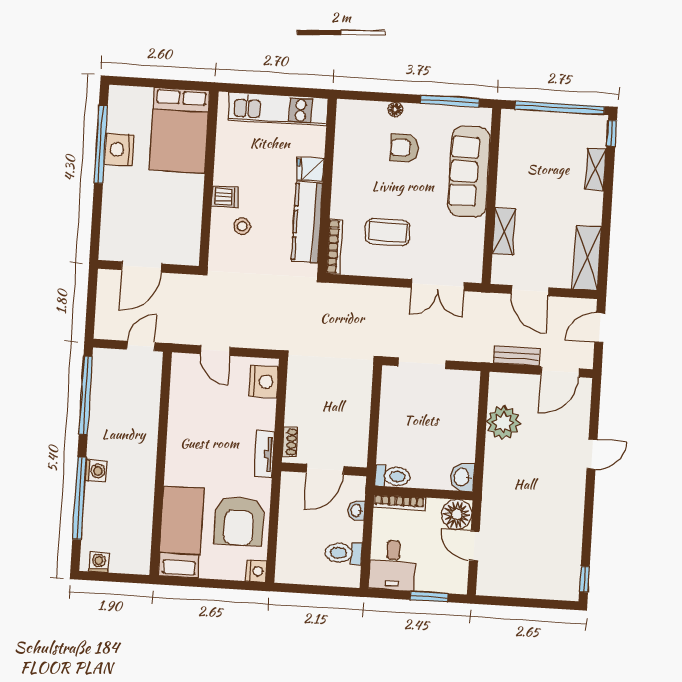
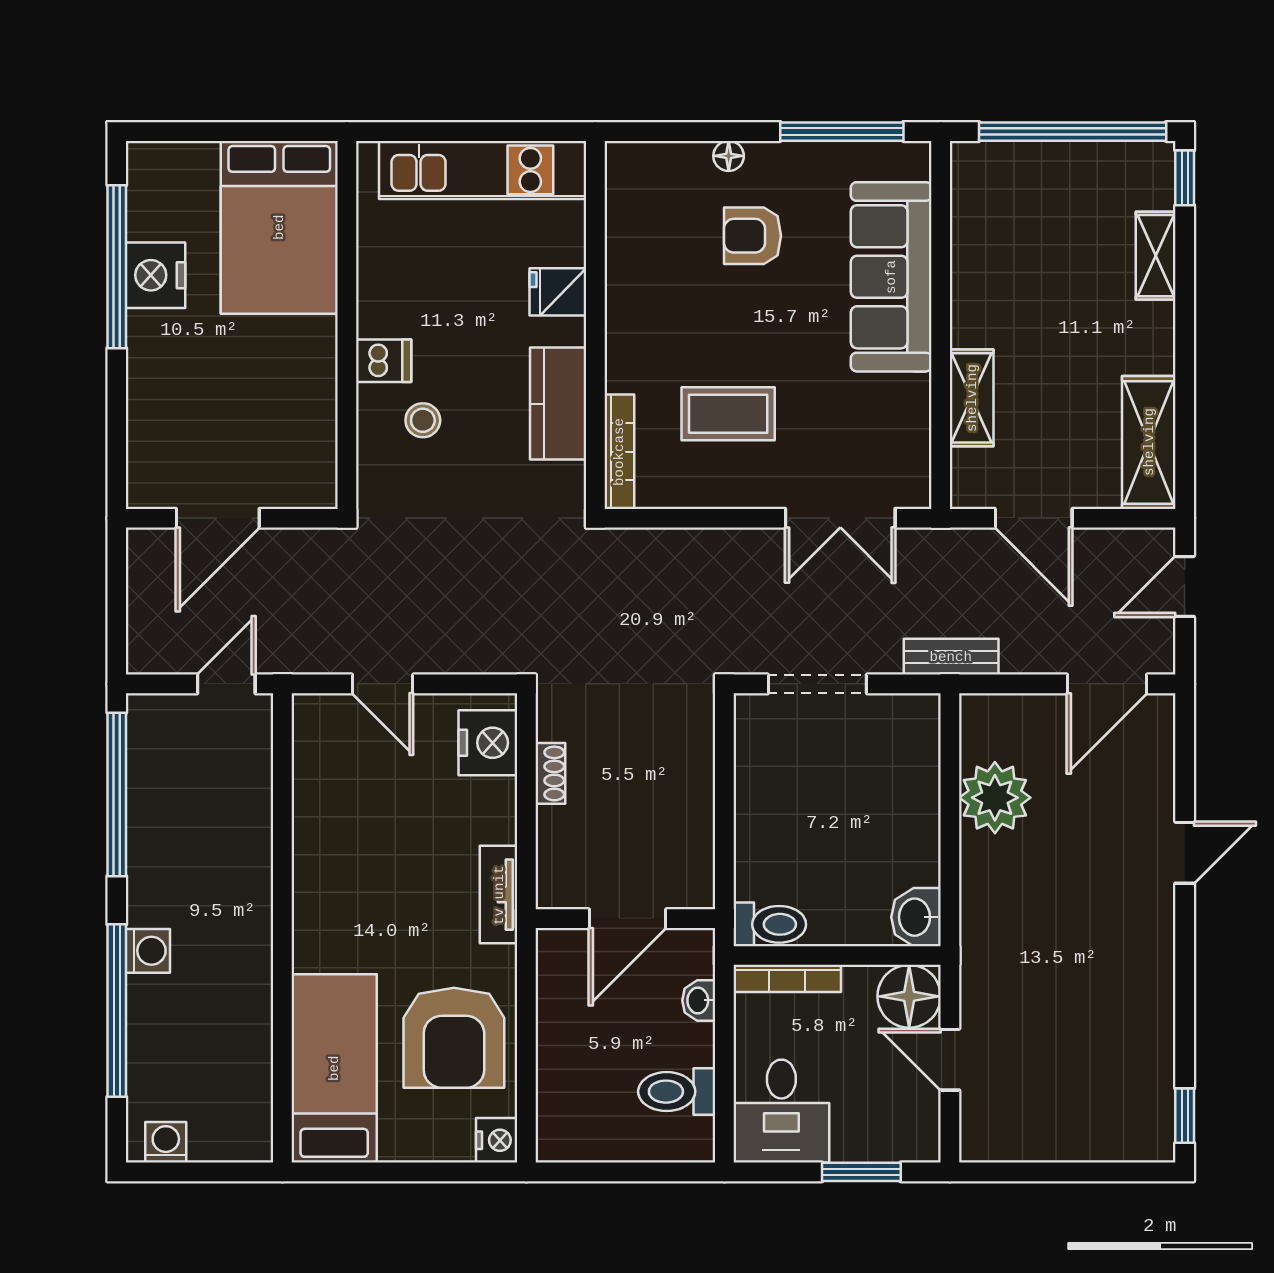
kitchen counter: (307, 222) -> (558, 404), width x0.67
bench: (516, 356) -> (951, 657), moved
shoe rack: (290, 442) -> (550, 773), moved

